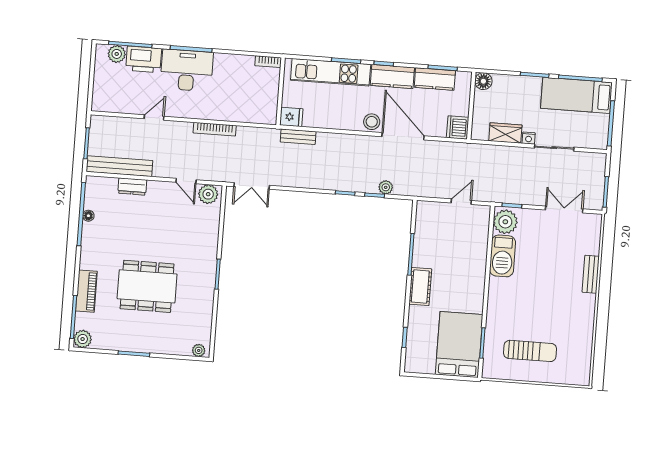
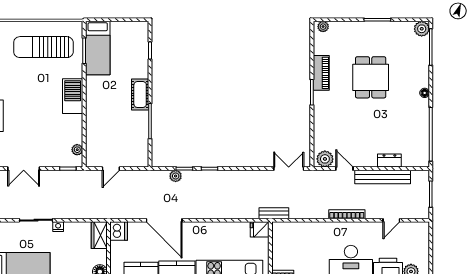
door: (154, 117) -> (391, 220), moved
stool: (372, 122) -> (192, 230), removed
bookcase: (215, 129) -> (347, 214), moved
wardrobe: (505, 133) -> (99, 235), moved, turned 90
bench: (298, 137) -> (274, 213), moved
bench: (119, 166) -> (383, 177), moved
floor lamp: (88, 216) -> (425, 93), moved
plant: (505, 222) -> (77, 150), width x0.53, depth x0.53
barbecue: (503, 256) -> (73, 96), moved
dining table: (147, 286) -> (371, 77), width x0.73
piano: (86, 291) -> (321, 73), moved, turned 180
bed: (459, 345) -> (98, 48), width x0.67
sun lounger: (530, 351) -> (43, 47), width x1.36, depth x1.34

